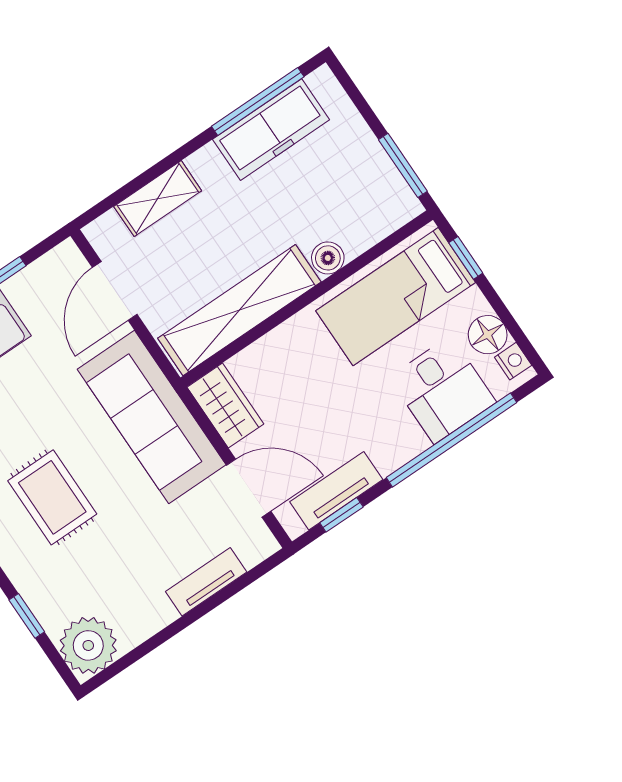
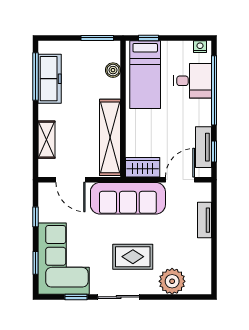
boiler: (328, 258) -> (113, 70), moved
floor lamp: (488, 335) -> (183, 49), removed
window: (27, 616) -> (171, 297), removed
plant: (88, 645) -> (172, 281), moved

